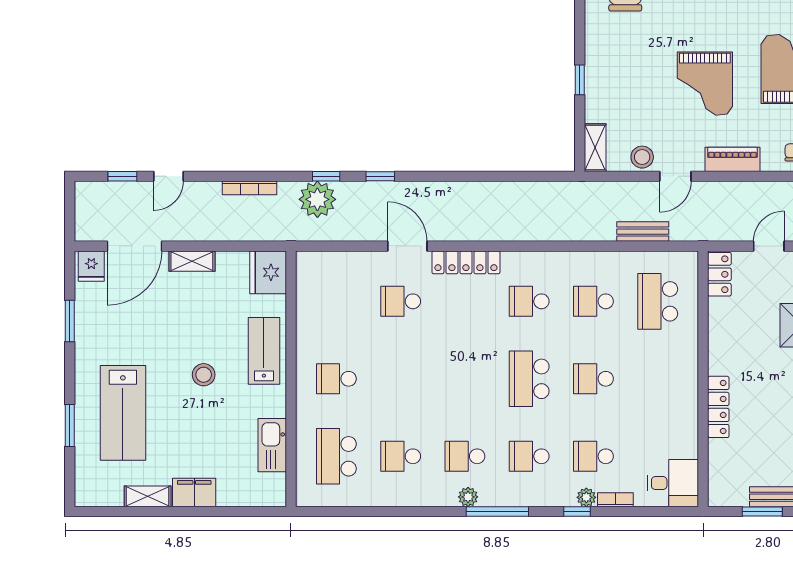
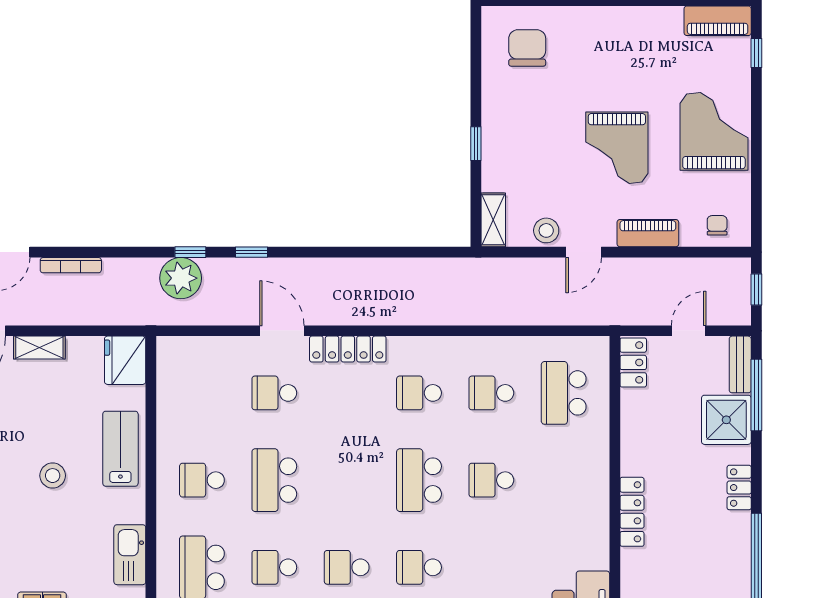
bookcase: (249, 188) -> (71, 265), moved
bench: (643, 232) -> (547, 314), removed
school desk: (593, 456) -> (274, 480), moved, width x1.85

